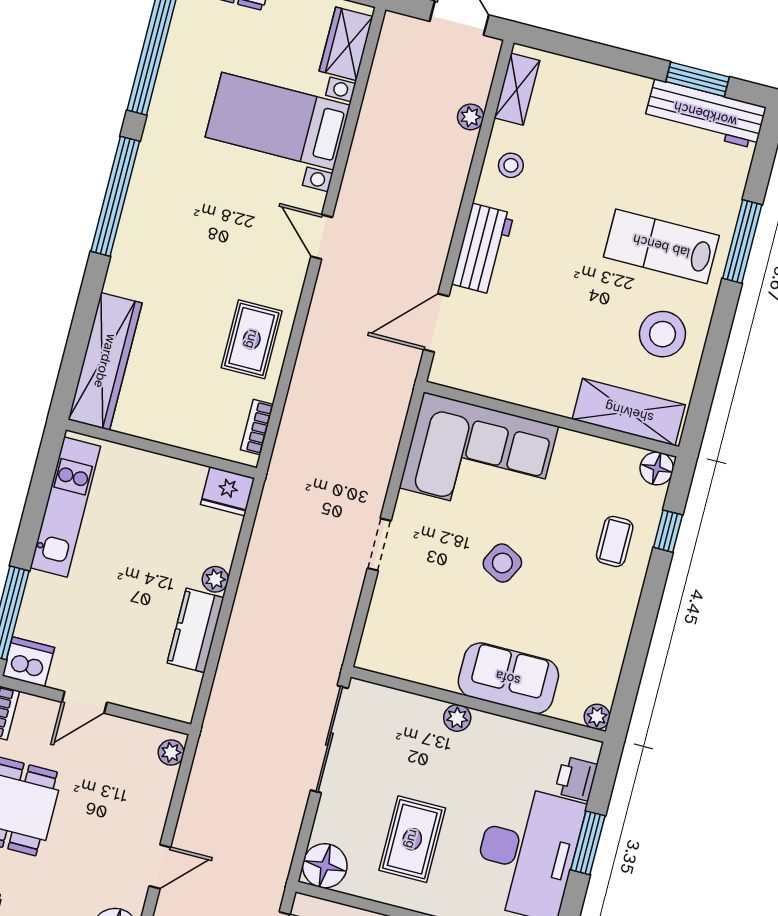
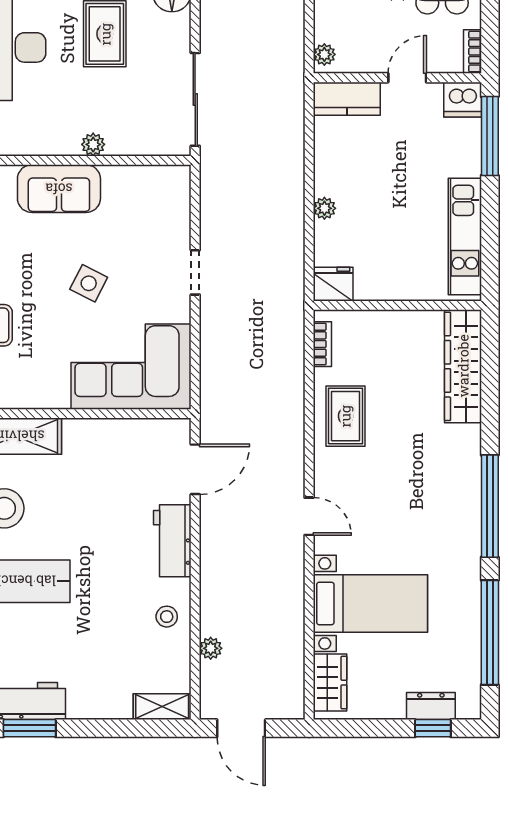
shelving: (517, 89) -> (162, 707), moved, turned 90
kitchen counter: (195, 630) -> (347, 99), moved, turned 90

